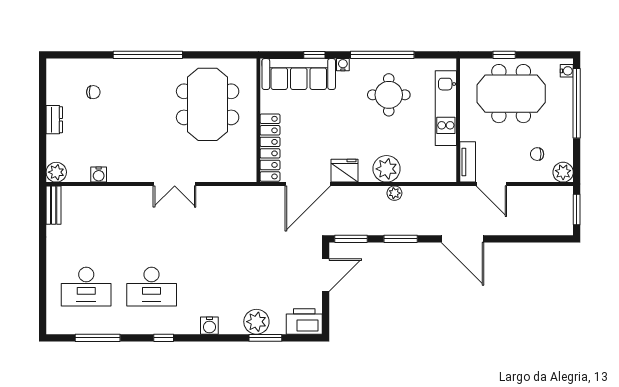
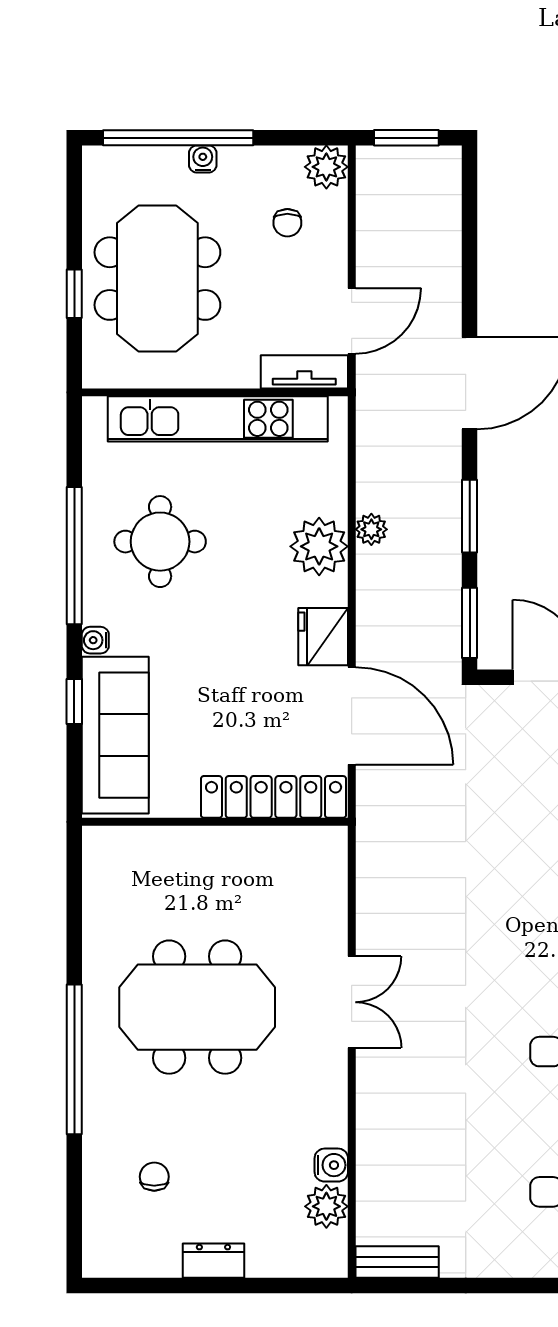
water cooler: (567, 71) -> (203, 159), moved
meeting table: (208, 104) -> (197, 1007), moved
kitchen unit: (446, 108) -> (218, 419), width x1.36
plant: (56, 172) -> (326, 1206), moved

